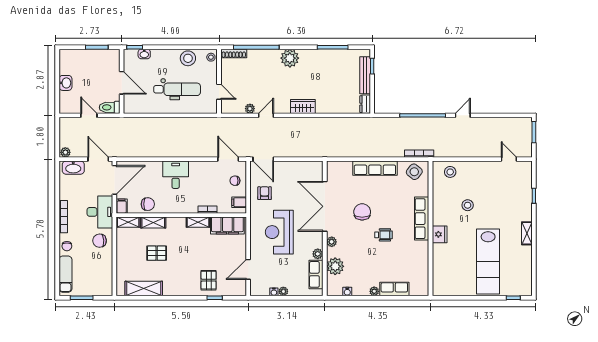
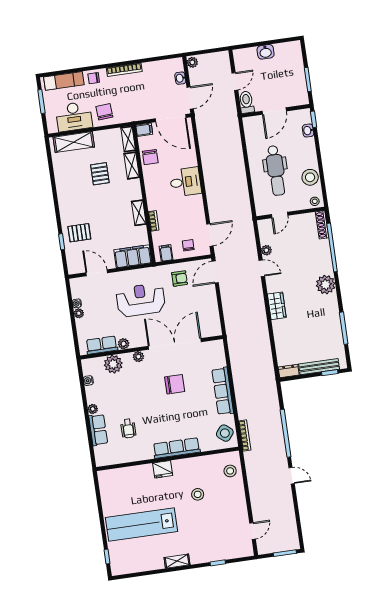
washbasin: (73, 168) -> (180, 78), width x0.52, depth x0.69
desk: (100, 212) -> (74, 116), moved
filing cabinet: (227, 226) -> (133, 256), moved, turned 90
wheelchair: (384, 235) -> (128, 428), moved
shelving: (144, 289) -> (74, 142), moved, turned 90

